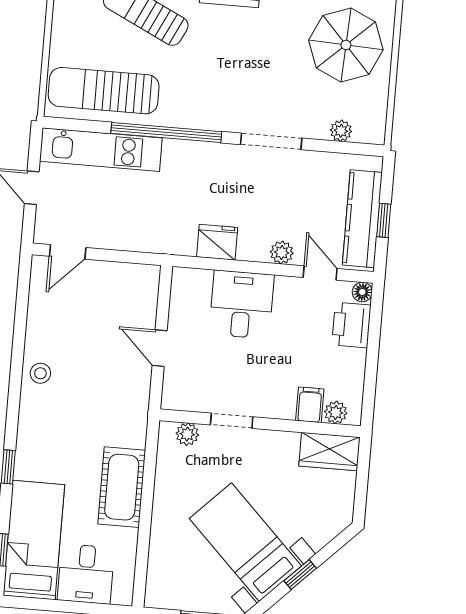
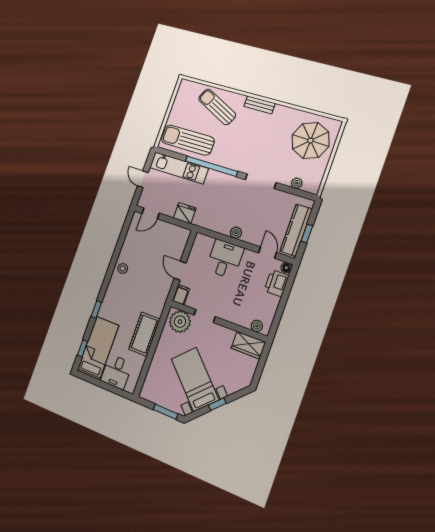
fridge: (217, 242) -> (185, 213), moved
plant: (282, 252) -> (236, 233), moved
filing cabinet: (310, 405) -> (181, 295), moved
plant: (187, 434) -> (180, 322), width x1.88, depth x1.88

